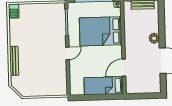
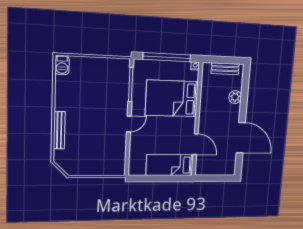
plant: (154, 38) -> (235, 97), moved
door: (124, 68) -> (196, 144), swing flipped

